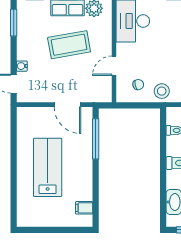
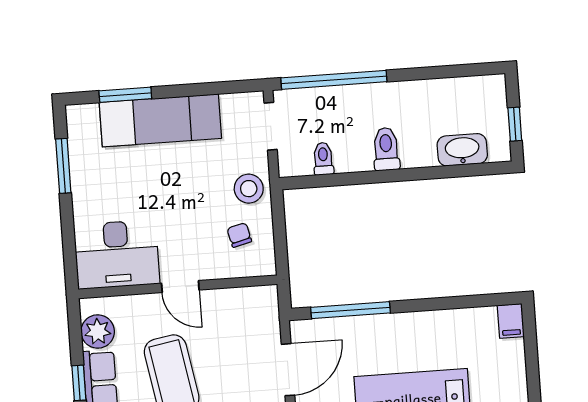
door: (114, 66) -> (180, 287), moved
filing cabinet: (84, 208) -> (511, 321), moved

